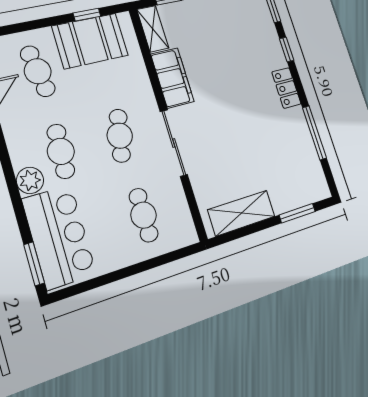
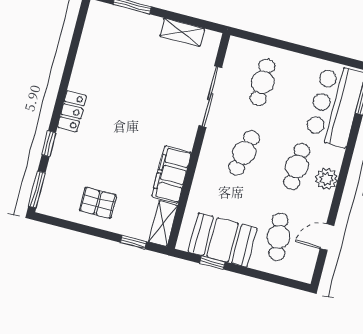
pallet: (218, 19) -> (98, 203), added
window: (314, 133) -> (71, 60), removed
sliding door: (174, 143) -> (210, 97), moved
plant: (30, 180) -> (326, 179), moved
shelving: (241, 213) -> (182, 32), width x0.67, depth x0.75

